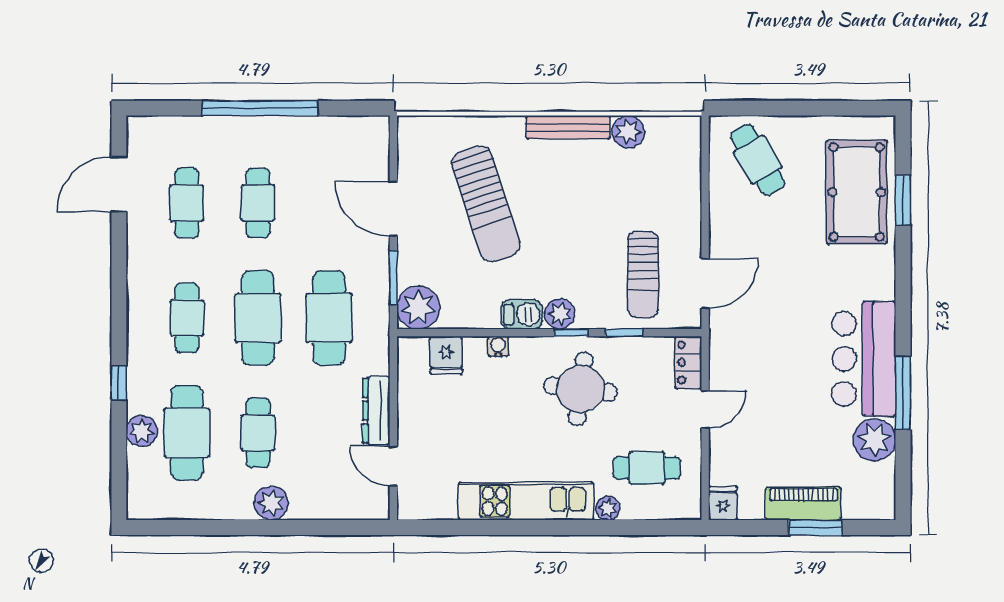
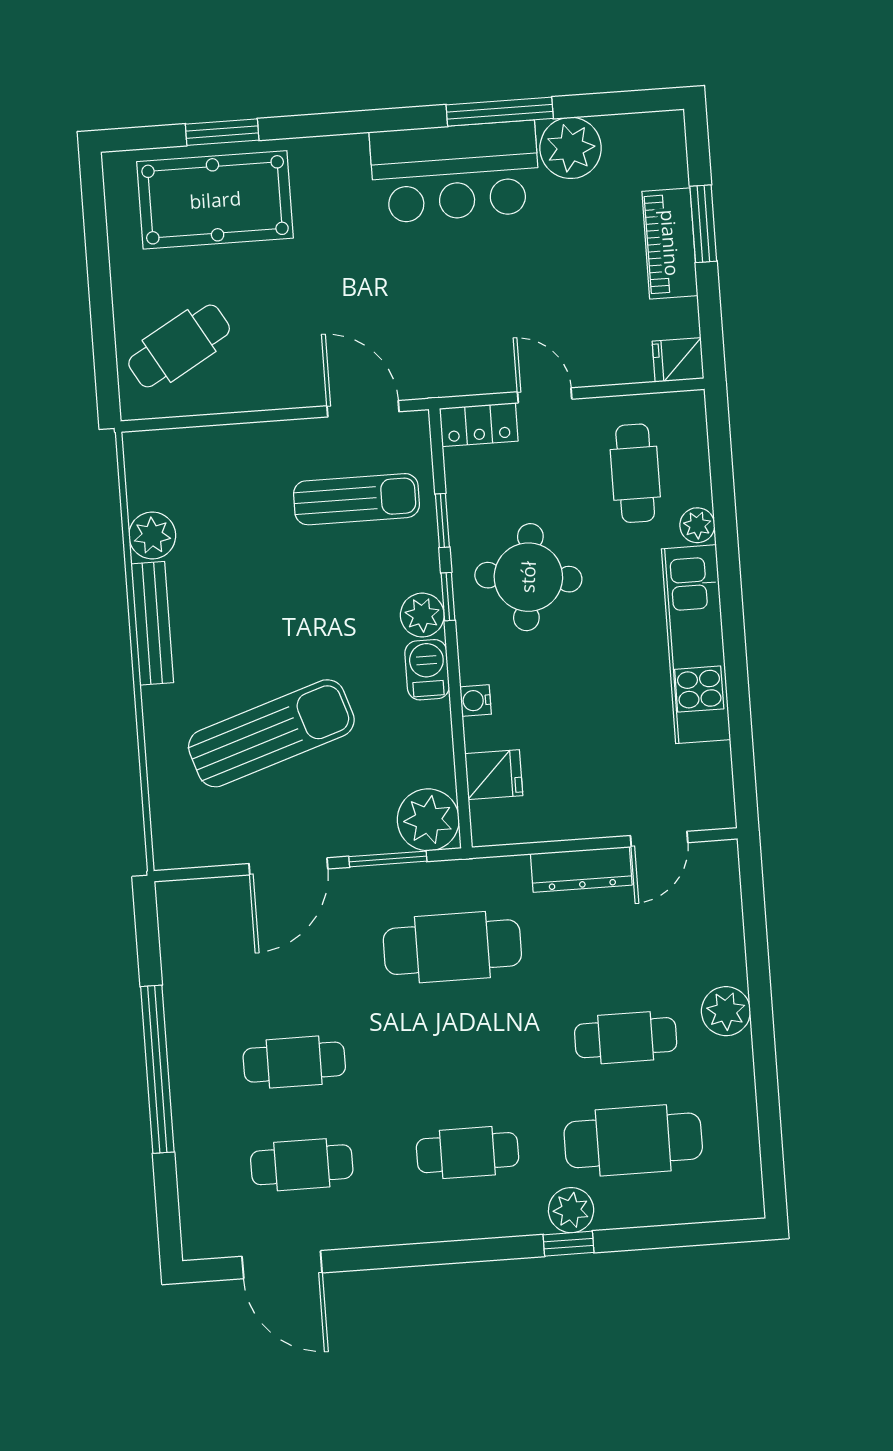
cafe table: (258, 318) -> (460, 1050), removed
plant: (142, 431) -> (571, 1210), moved

